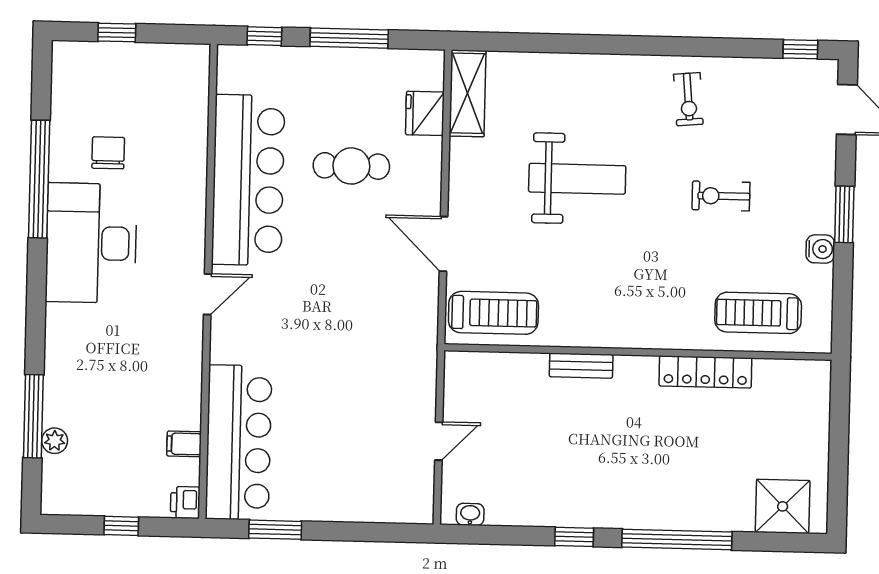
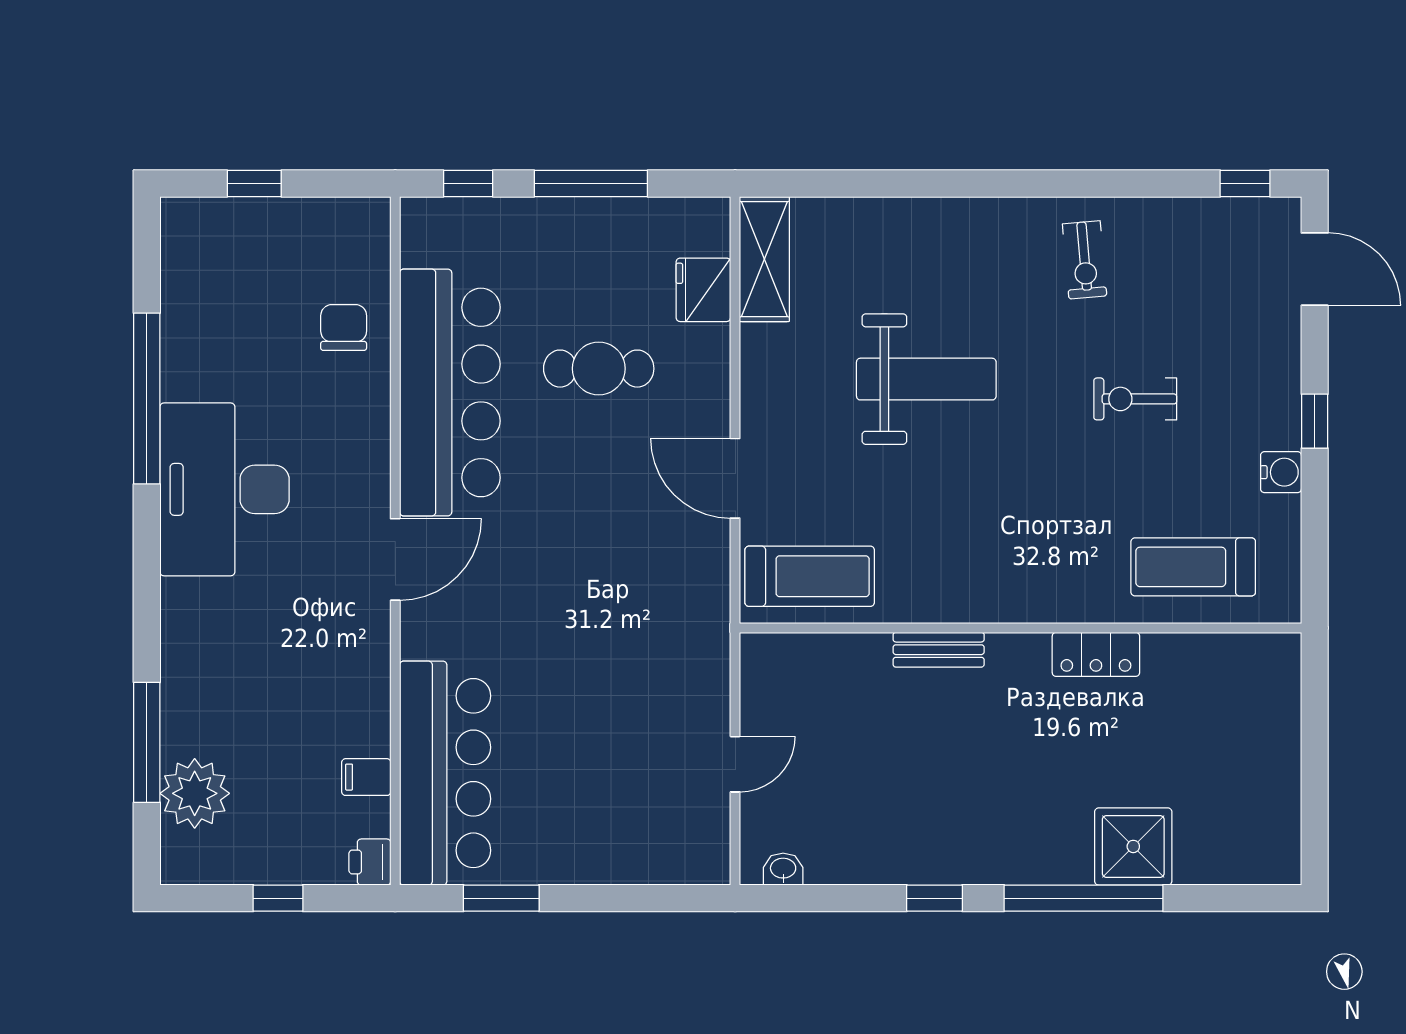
chair: (108, 153) -> (344, 328), moved
window: (844, 214) -> (1315, 421), width x0.67
door: (208, 294) -> (395, 559), width x1.38
locker: (705, 372) -> (1096, 654), width x0.66
plant: (55, 441) -> (195, 793), width x1.87, depth x1.87
shower: (783, 506) -> (1133, 846), moved

